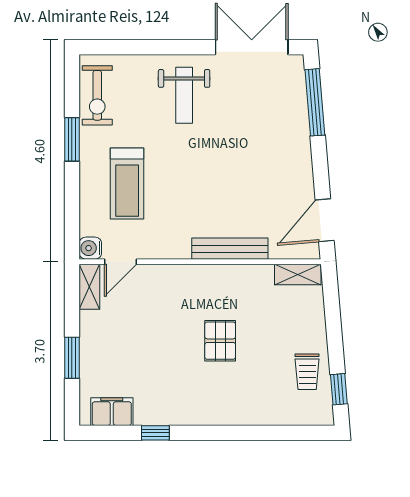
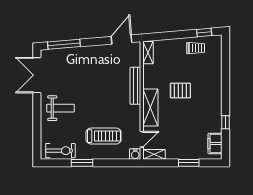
door: (325, 220) -> (122, 39), swing flipped
door: (120, 262) -> (142, 139), hinge flipped
shelving: (185, 279) -> (150, 108), added

